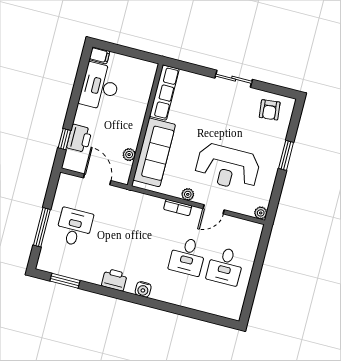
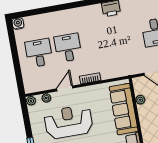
plant: (188, 194) -> (46, 98), moved
water cooler: (143, 289) -> (18, 24), moved

